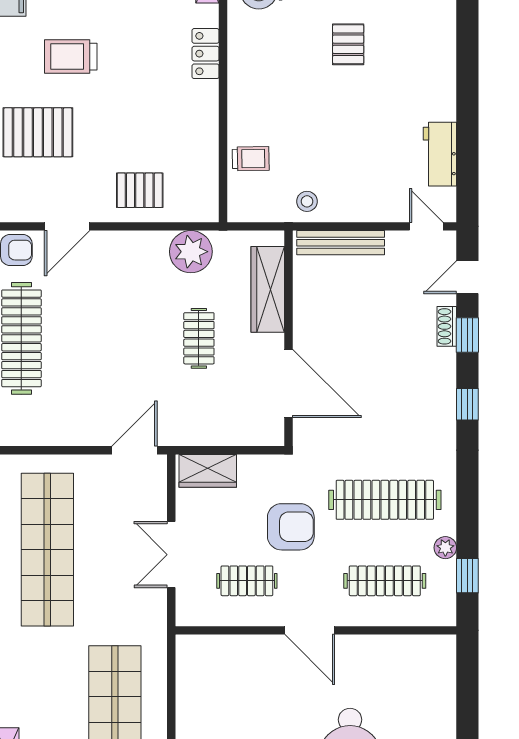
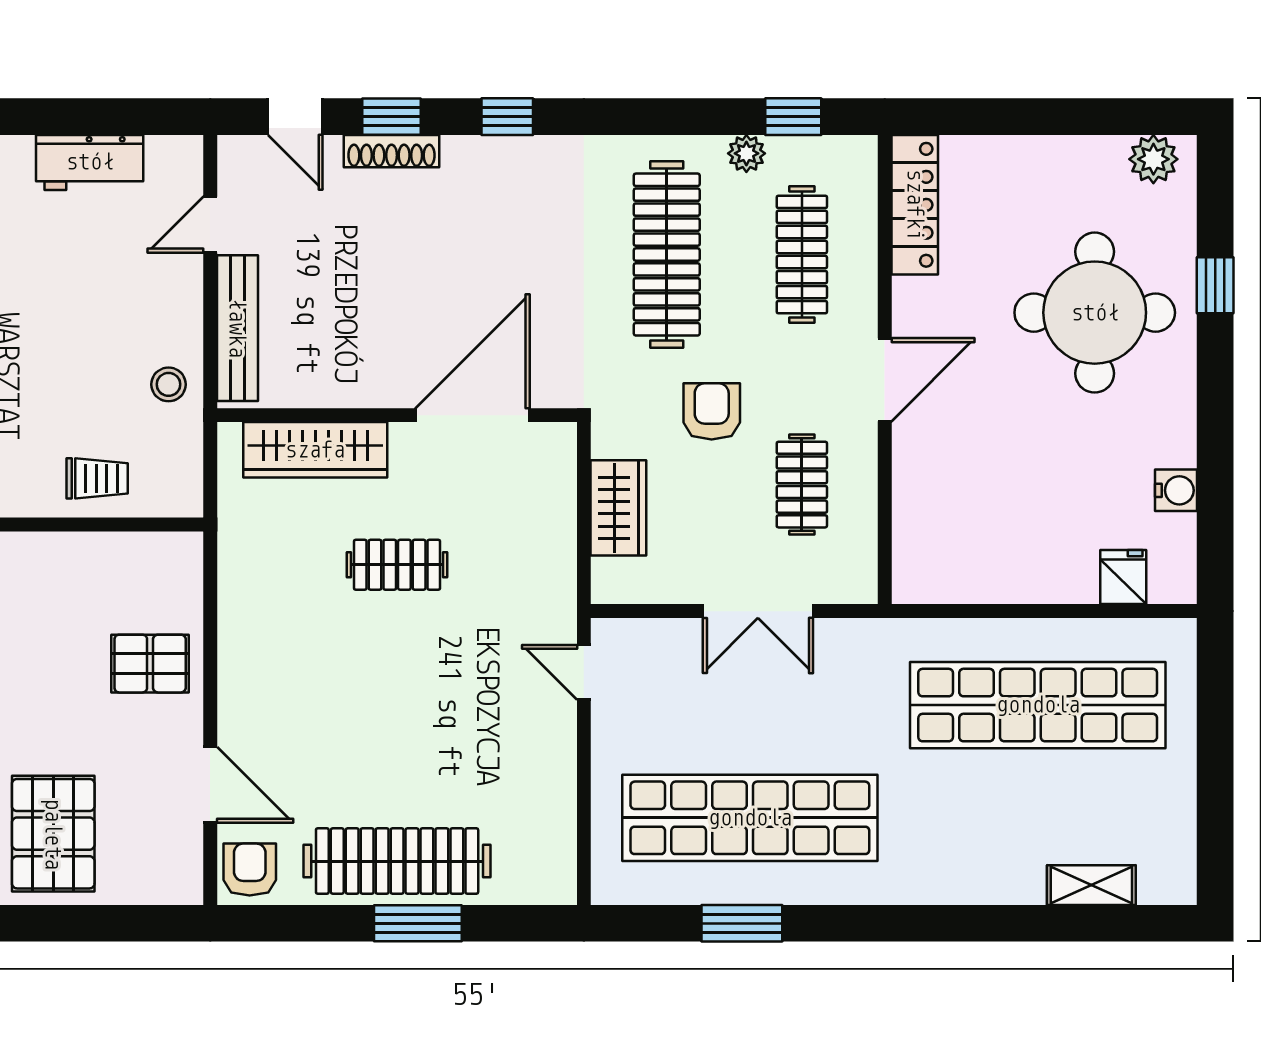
trolley: (251, 159) -> (97, 478), turned 91
pallet: (140, 190) -> (150, 664), turned 90
door: (426, 226) -> (210, 225), moved
plant: (191, 252) -> (252, 578), removed
shoe rack: (447, 326) -> (392, 151), width x1.43
door: (135, 450) -> (584, 672), width x0.73
wardrobe: (208, 471) -> (618, 508), moved
armchair: (291, 527) -> (712, 411), width x0.72, depth x0.72
locker: (415, 648) -> (915, 205), added

